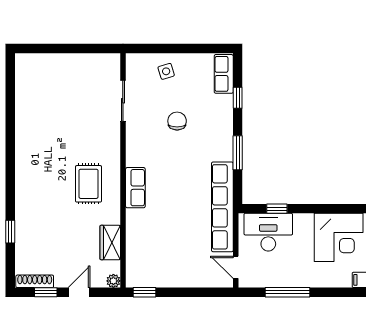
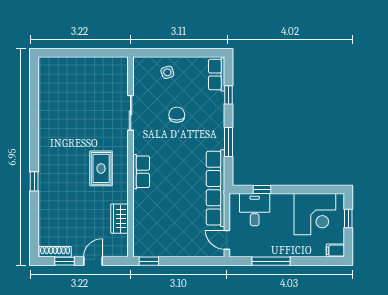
sliding door: (123, 101) -> (131, 113), moved
window: (10, 232) -> (34, 181), moved
desk: (268, 232) -> (255, 210), width x0.73
plant: (113, 281) -> (122, 251), removed

